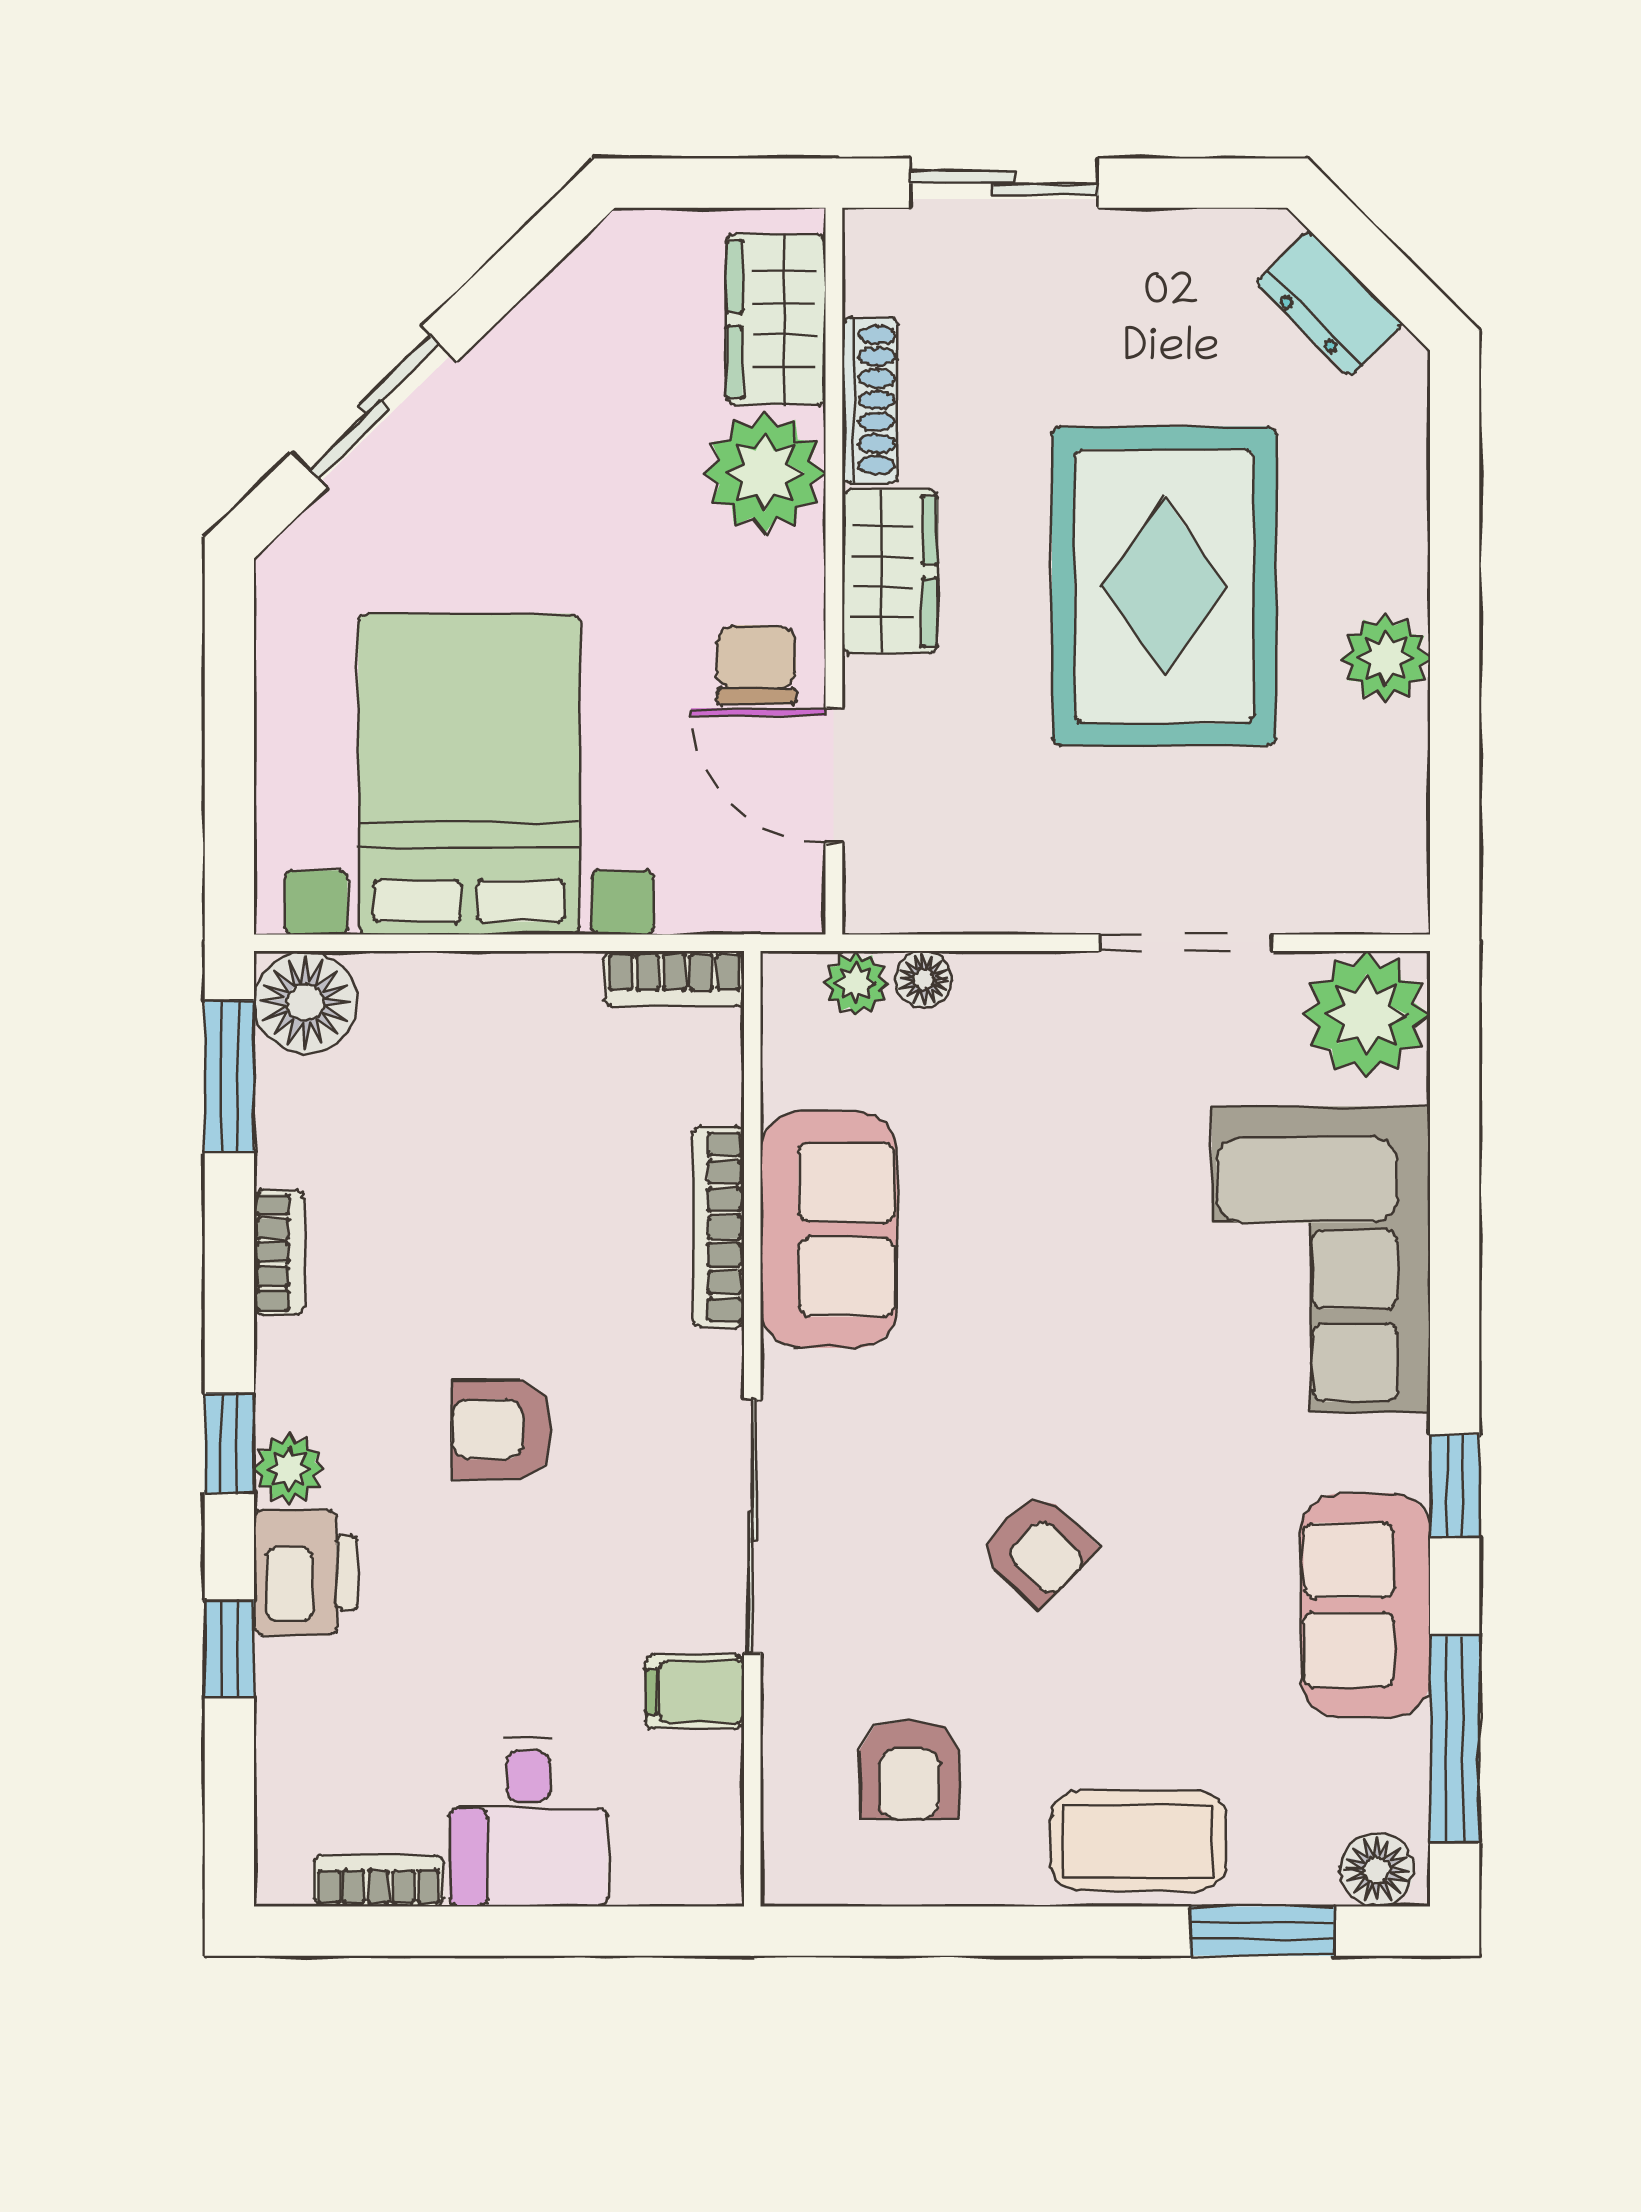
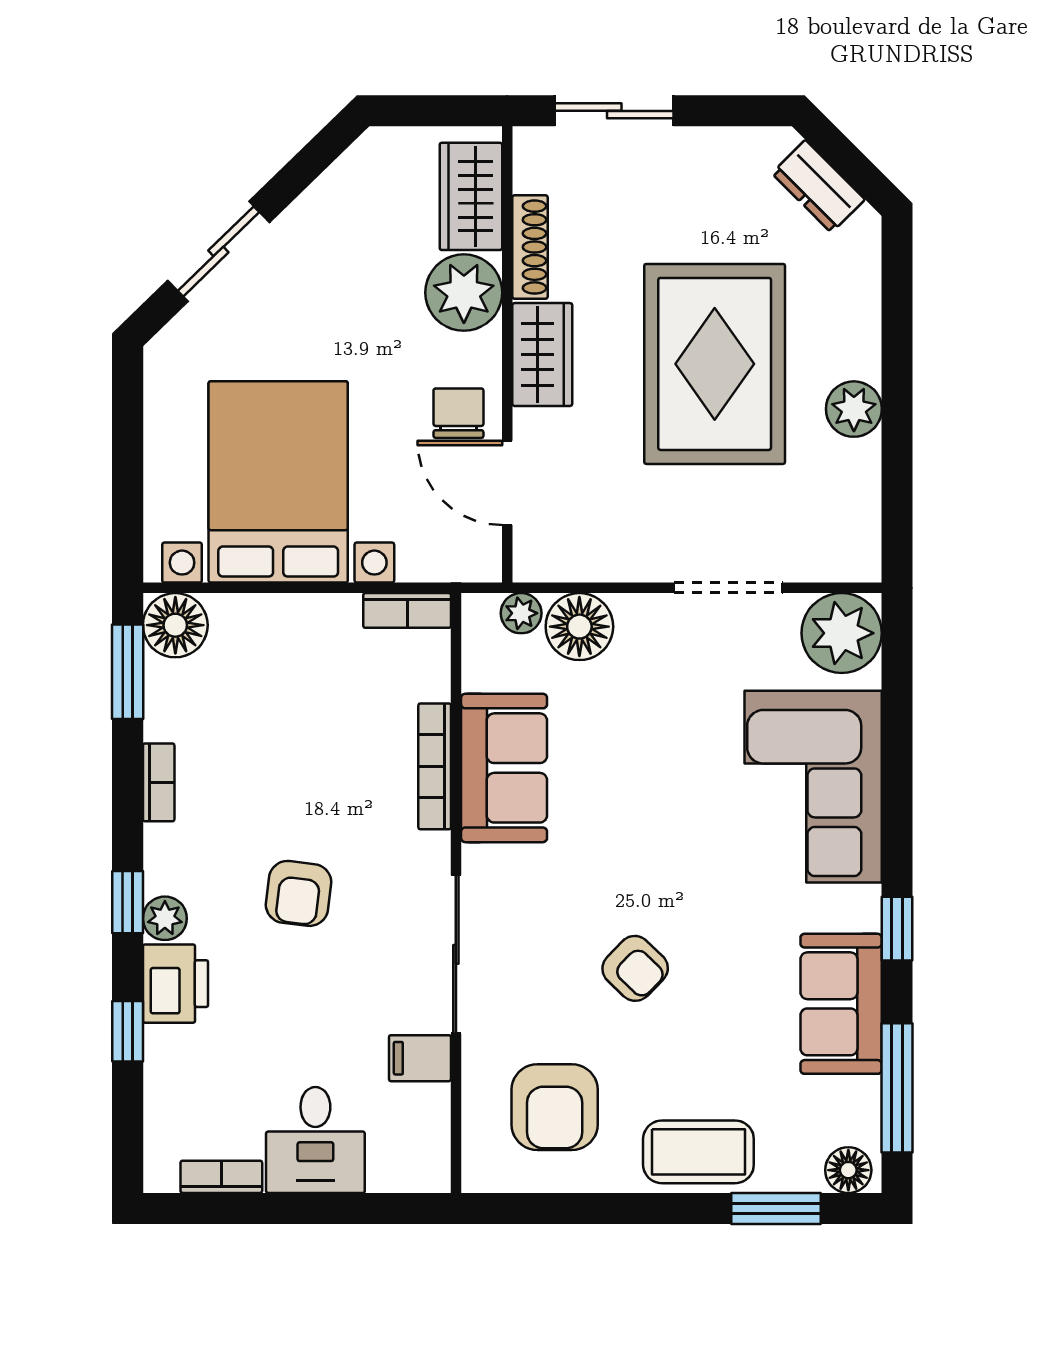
floor lamp: (924, 979) -> (579, 627), width x1.89, depth x1.89
armchair: (502, 1429) -> (299, 893), turned -83
armchair: (909, 1770) -> (555, 1107), width x1.38, depth x1.38

